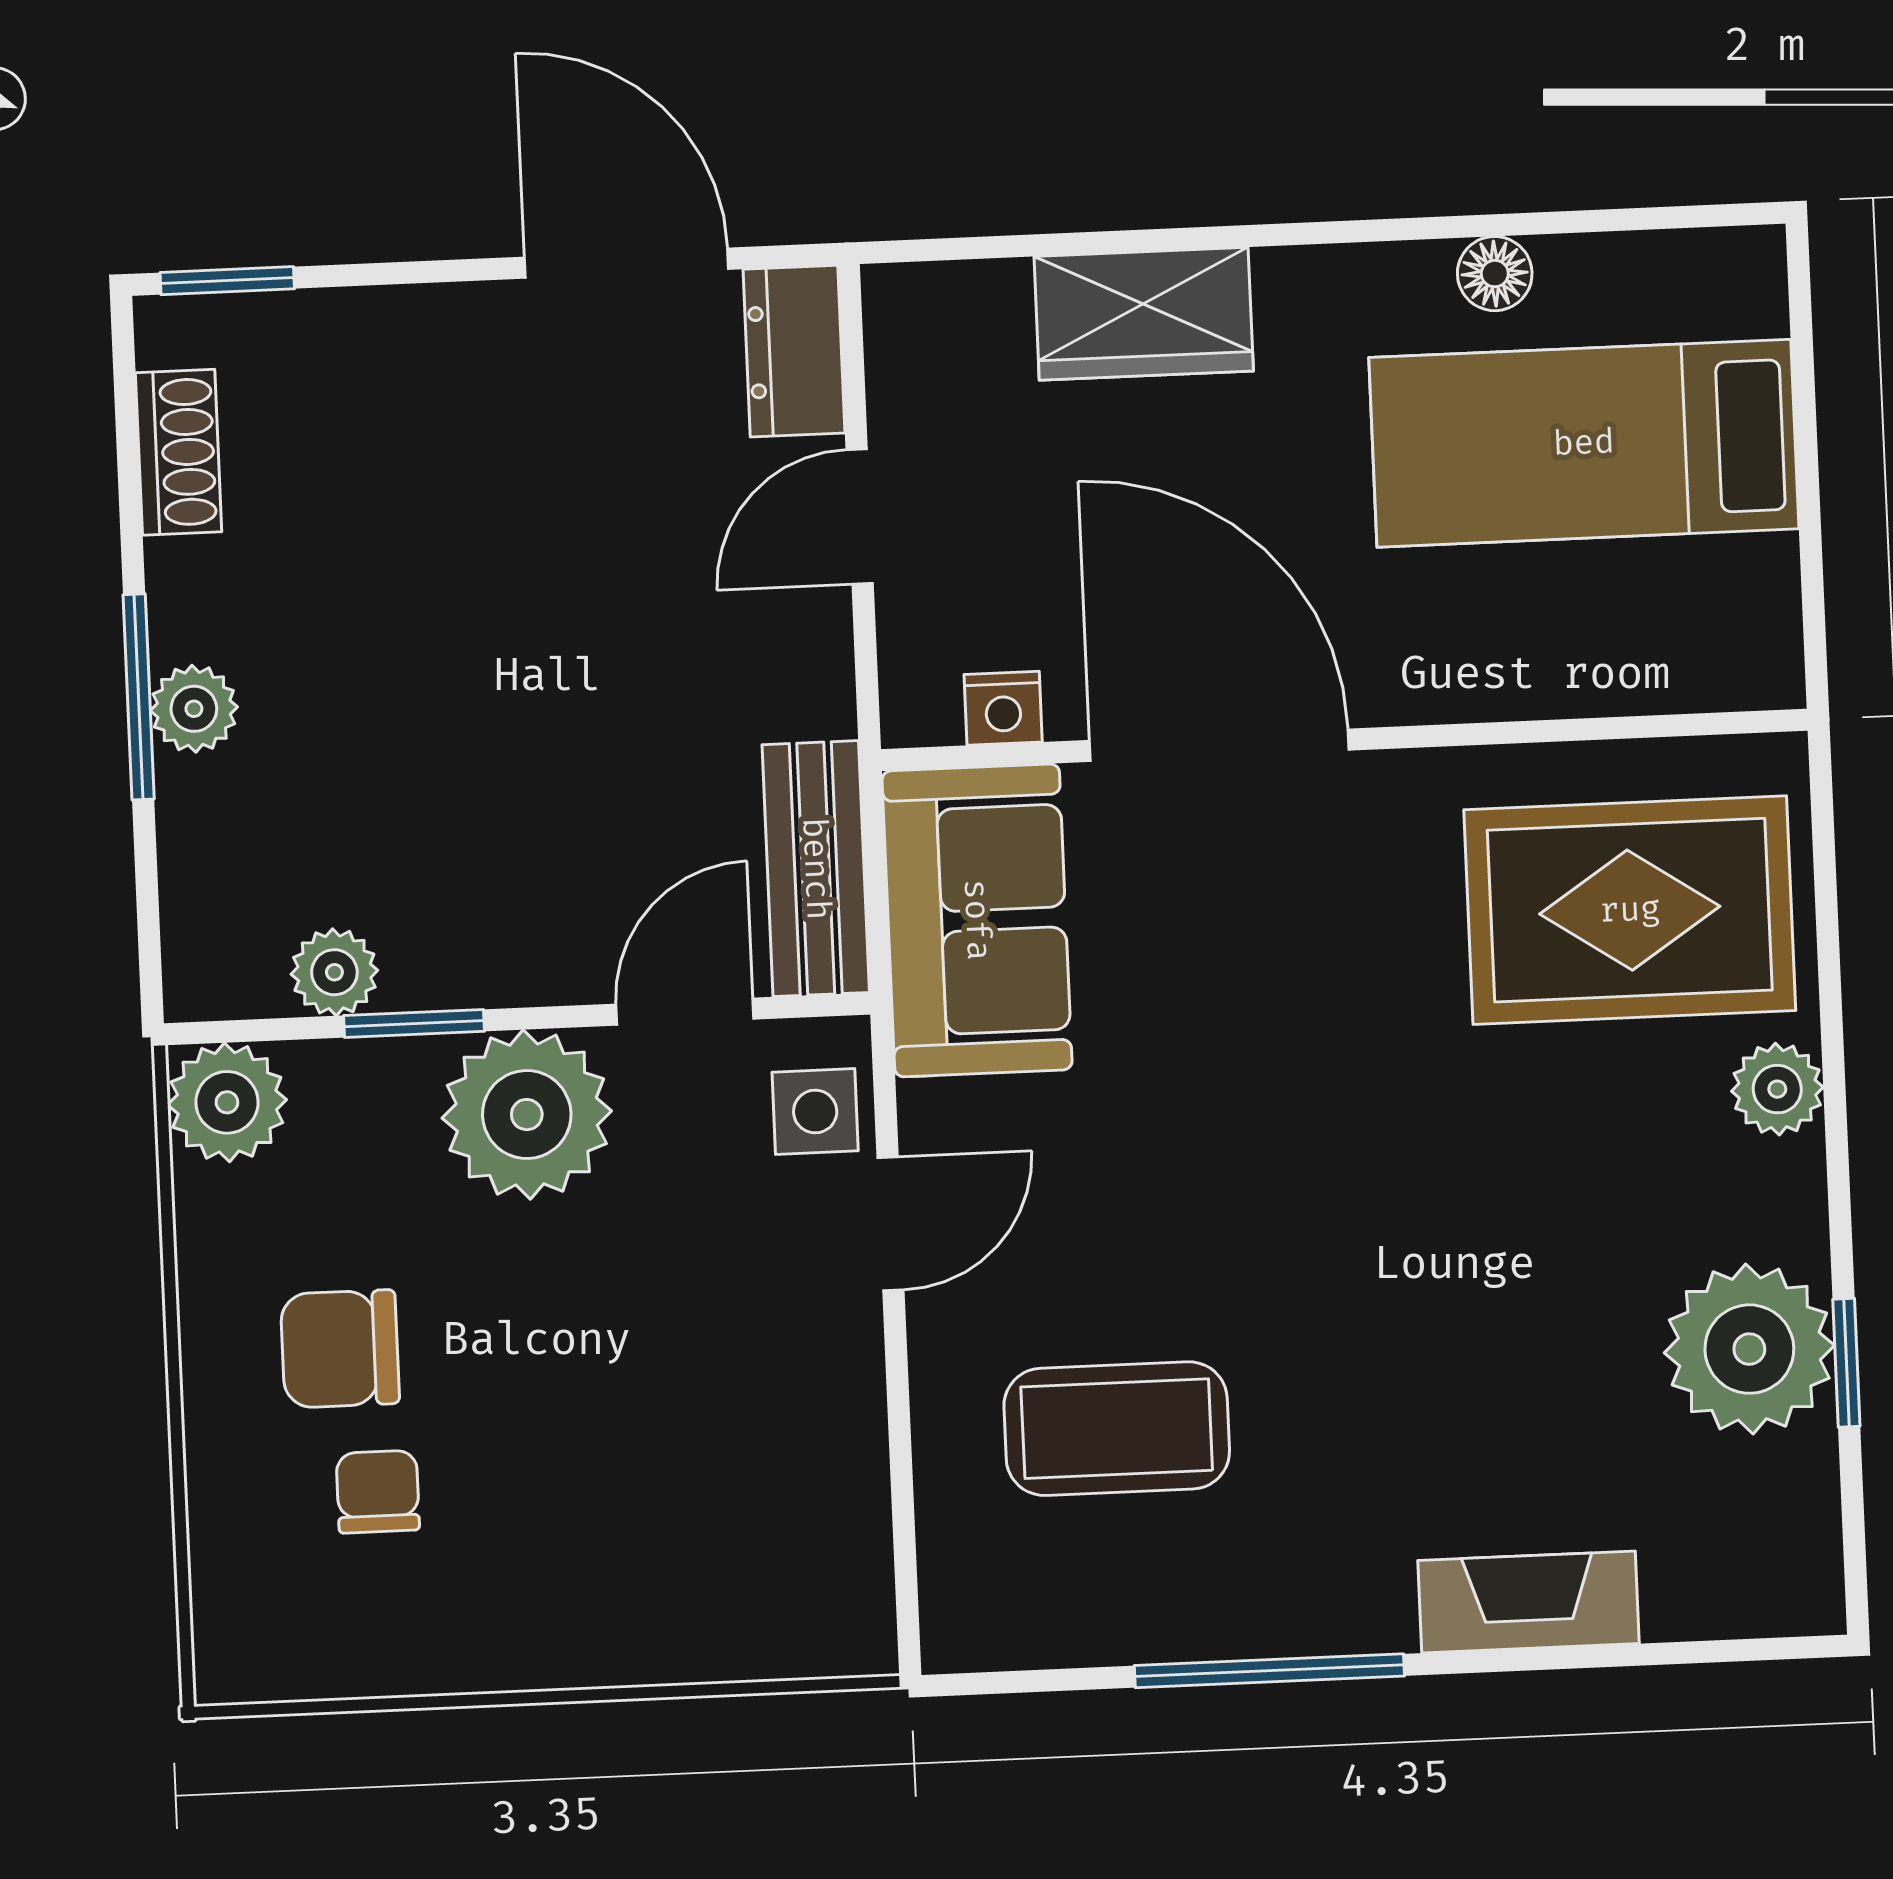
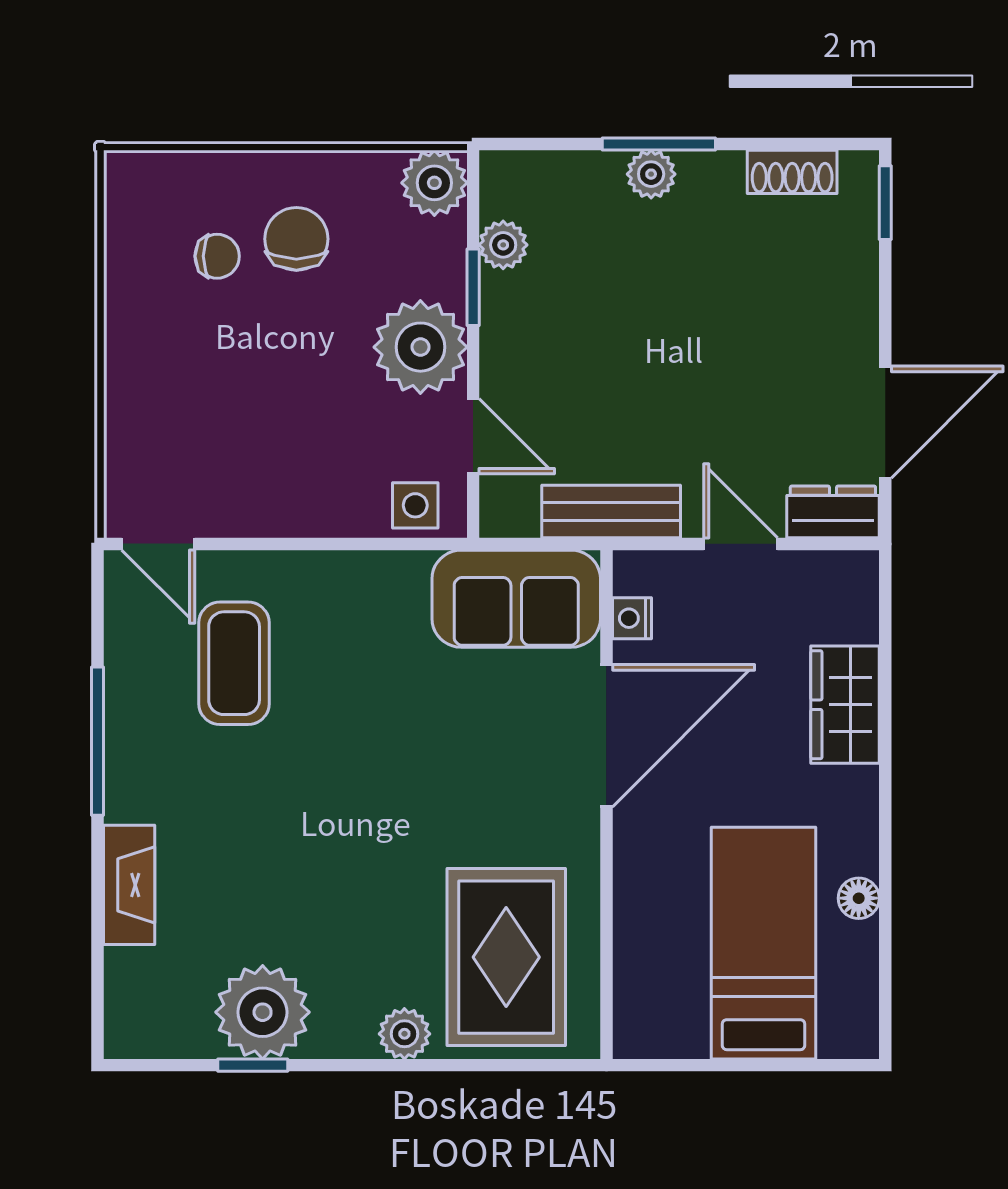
bench: (816, 869) -> (611, 511), moved
door: (891, 1224) -> (158, 544), moved

